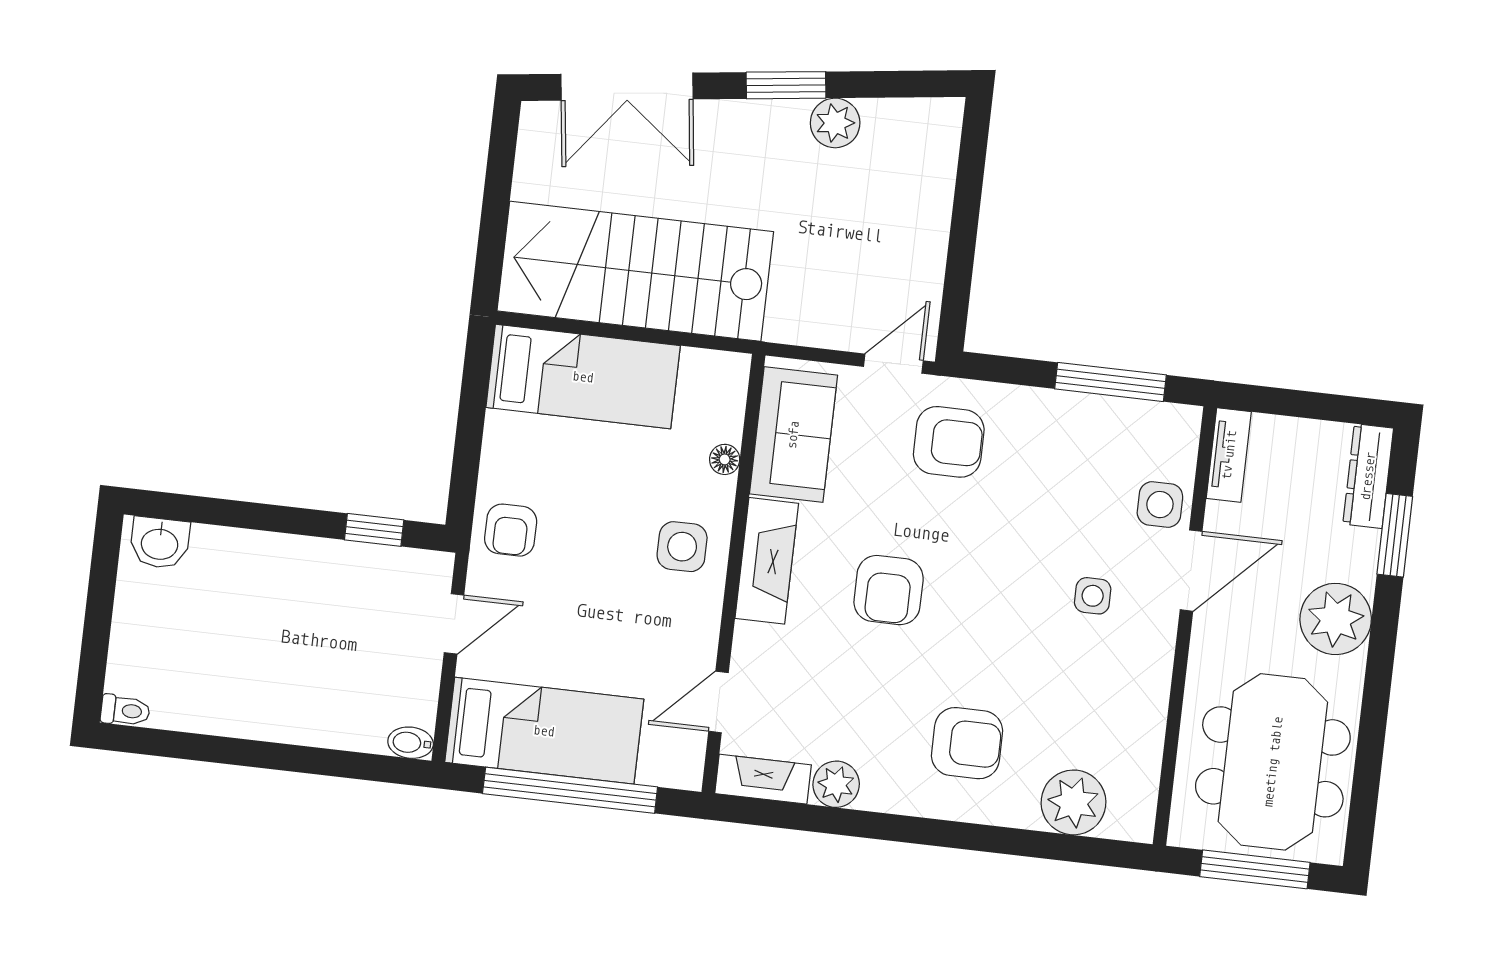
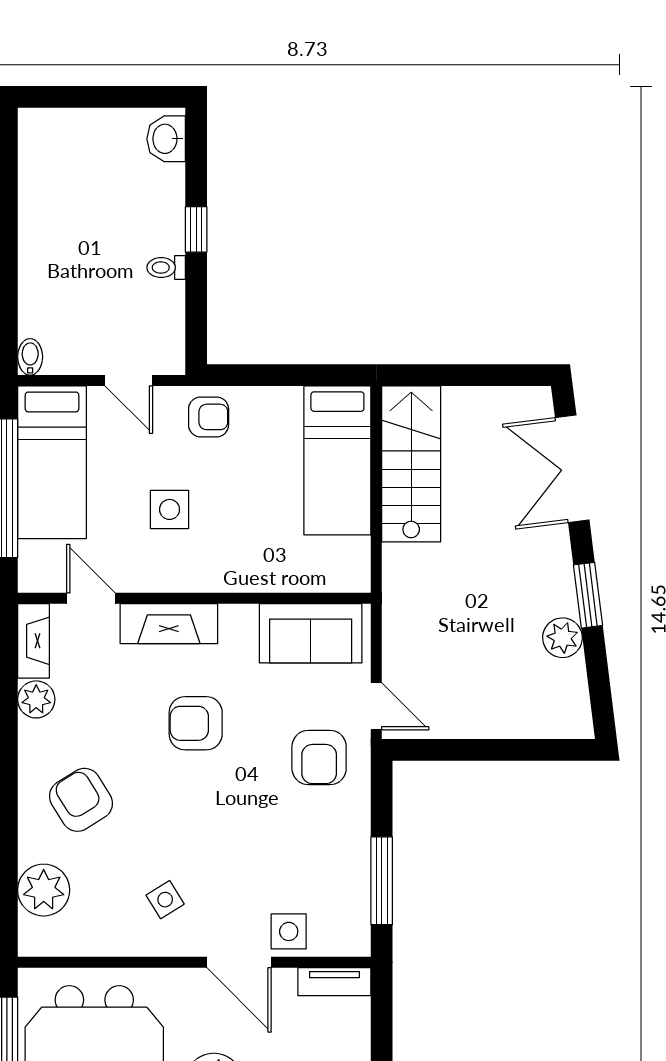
stairs: (635, 271) -> (411, 464), width x0.73, depth x0.66
floor lamp: (725, 459) -> (285, 581), removed
window: (374, 530) -> (196, 229), moved
armchair: (511, 530) -> (209, 417), turned 180
side table: (682, 547) -> (170, 509), moved
fireplace: (767, 561) -> (169, 624), moved
side table: (1093, 596) -> (165, 900), moved, turned -32
toilet: (125, 710) -> (166, 268), moved, turned 90
armchair: (967, 743) -> (81, 800), turned 148

